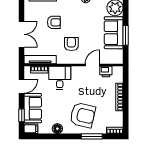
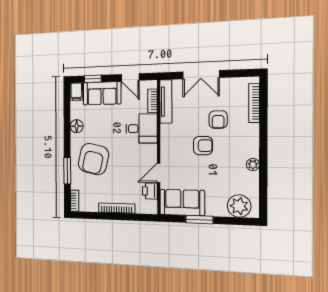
sofa: (114, 33) -> (182, 202), moved
armchair: (71, 44) -> (203, 146), moved
door: (92, 65) -> (159, 173), swing flipped

